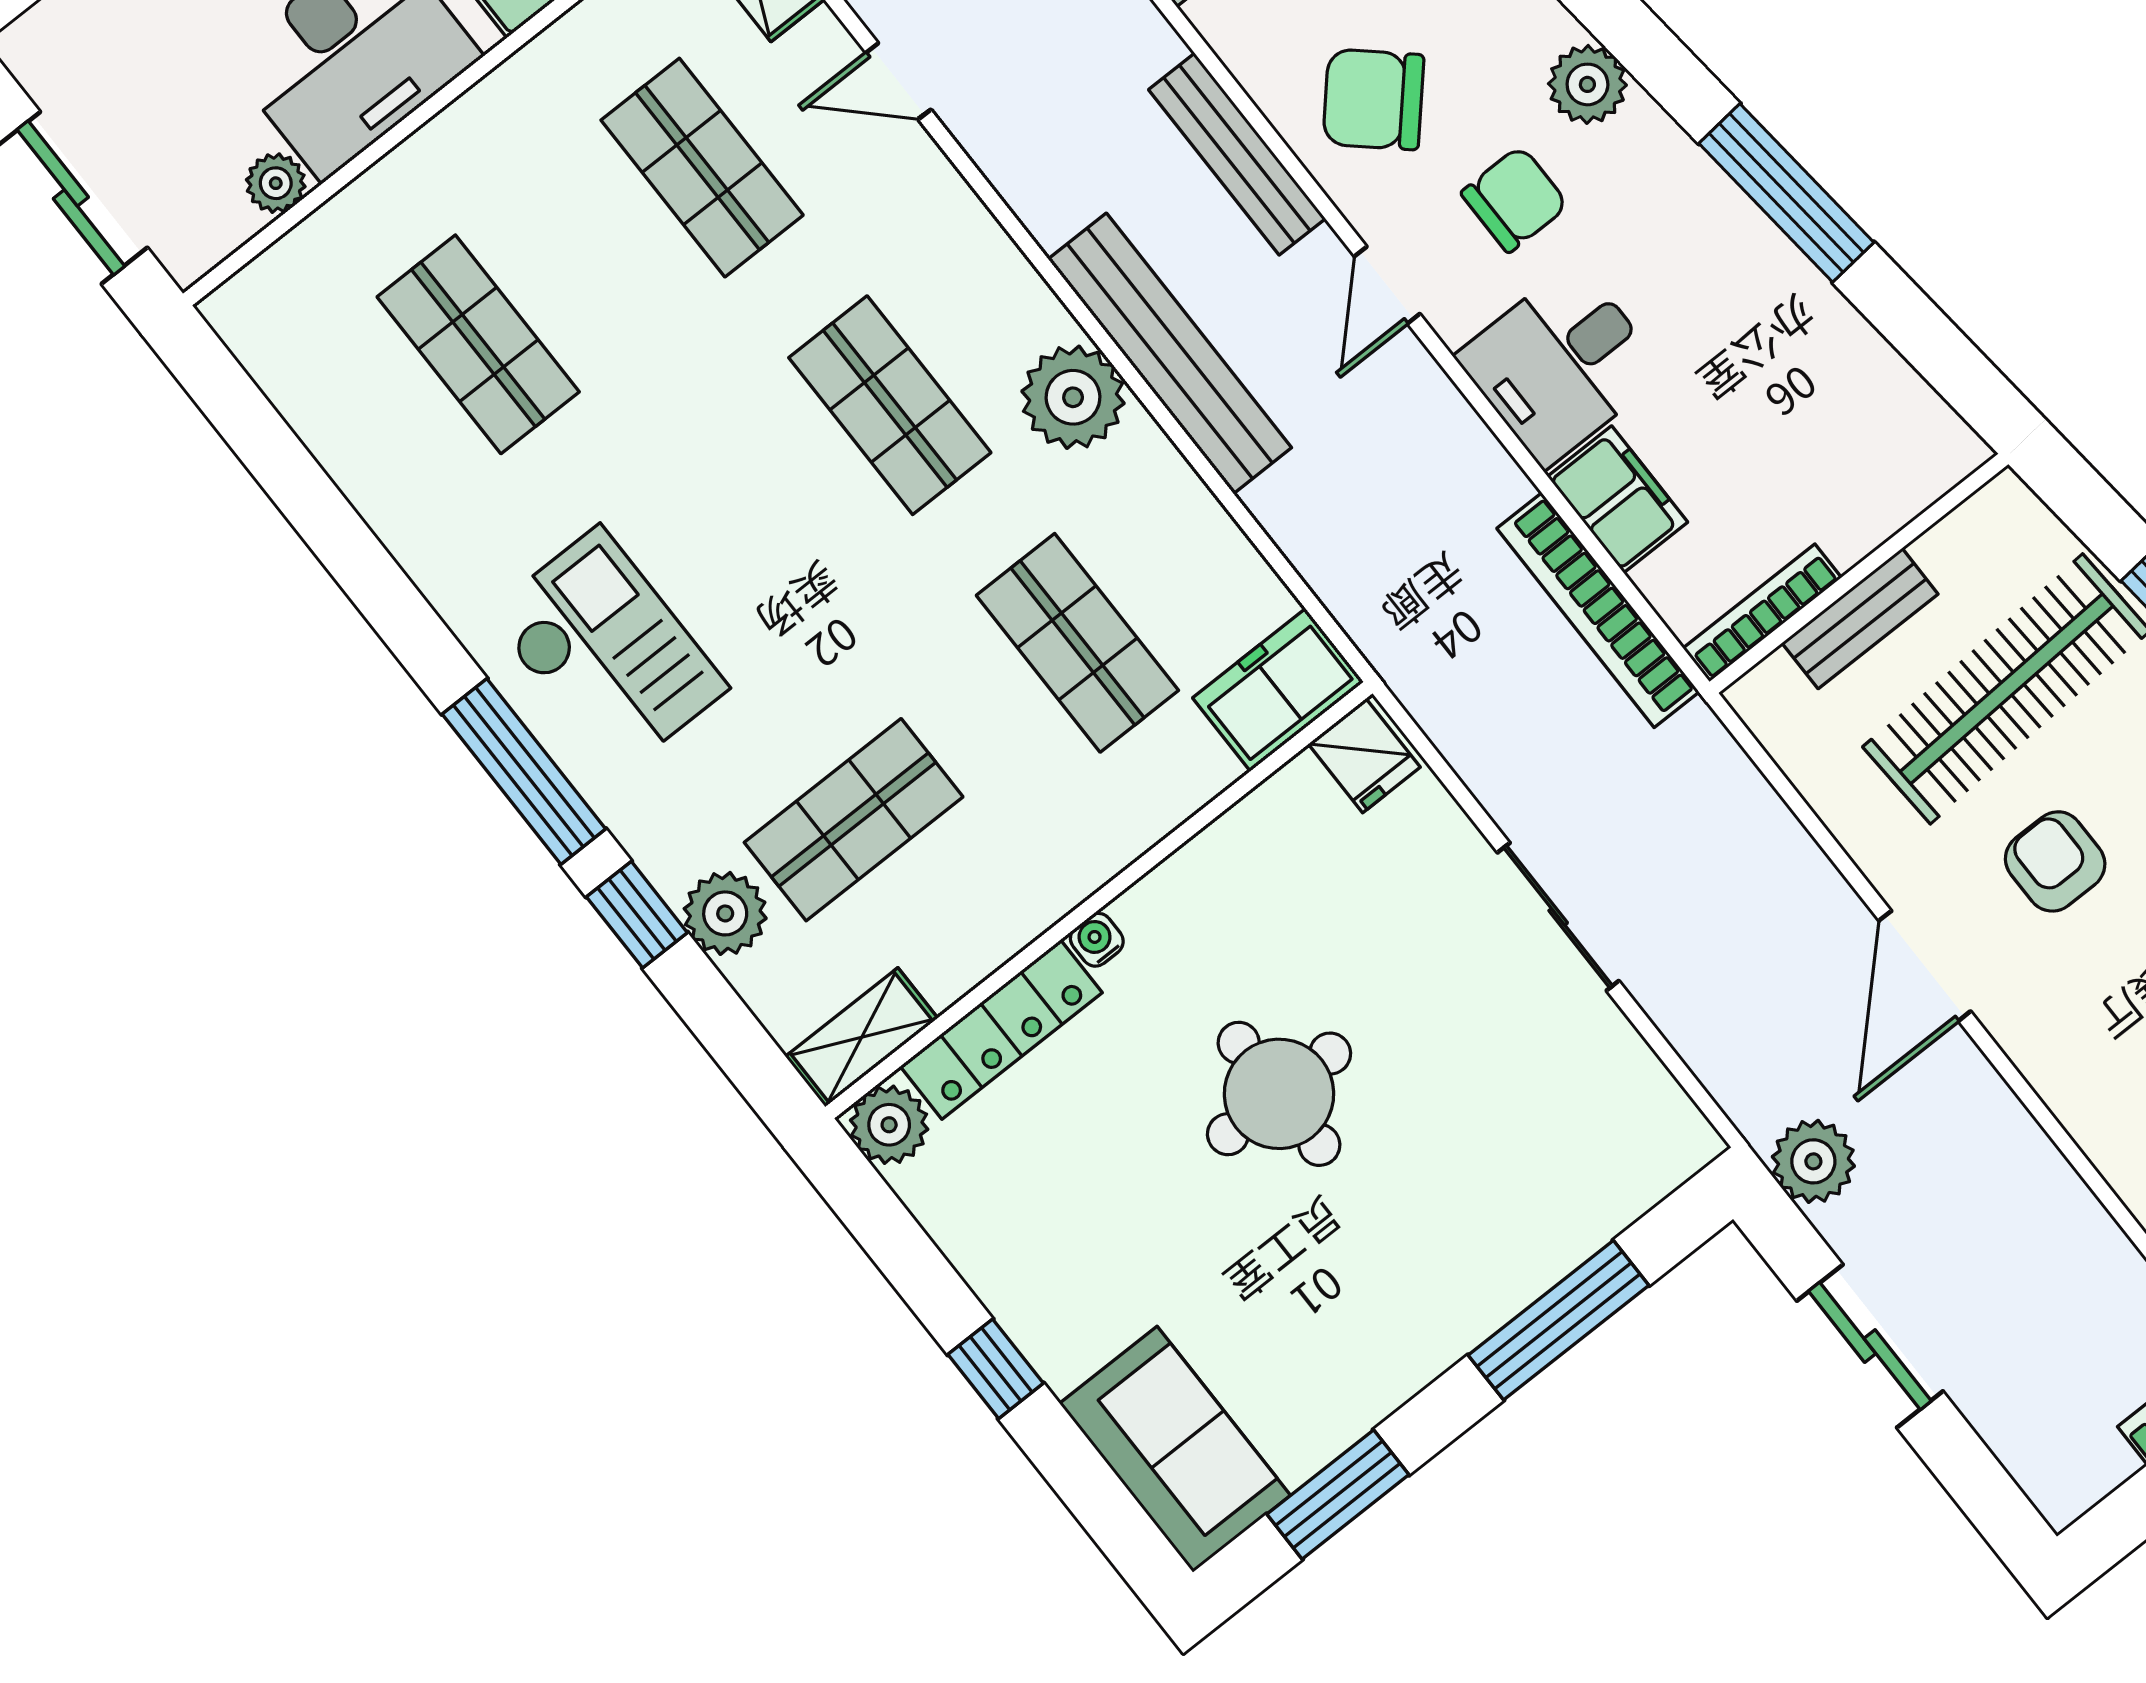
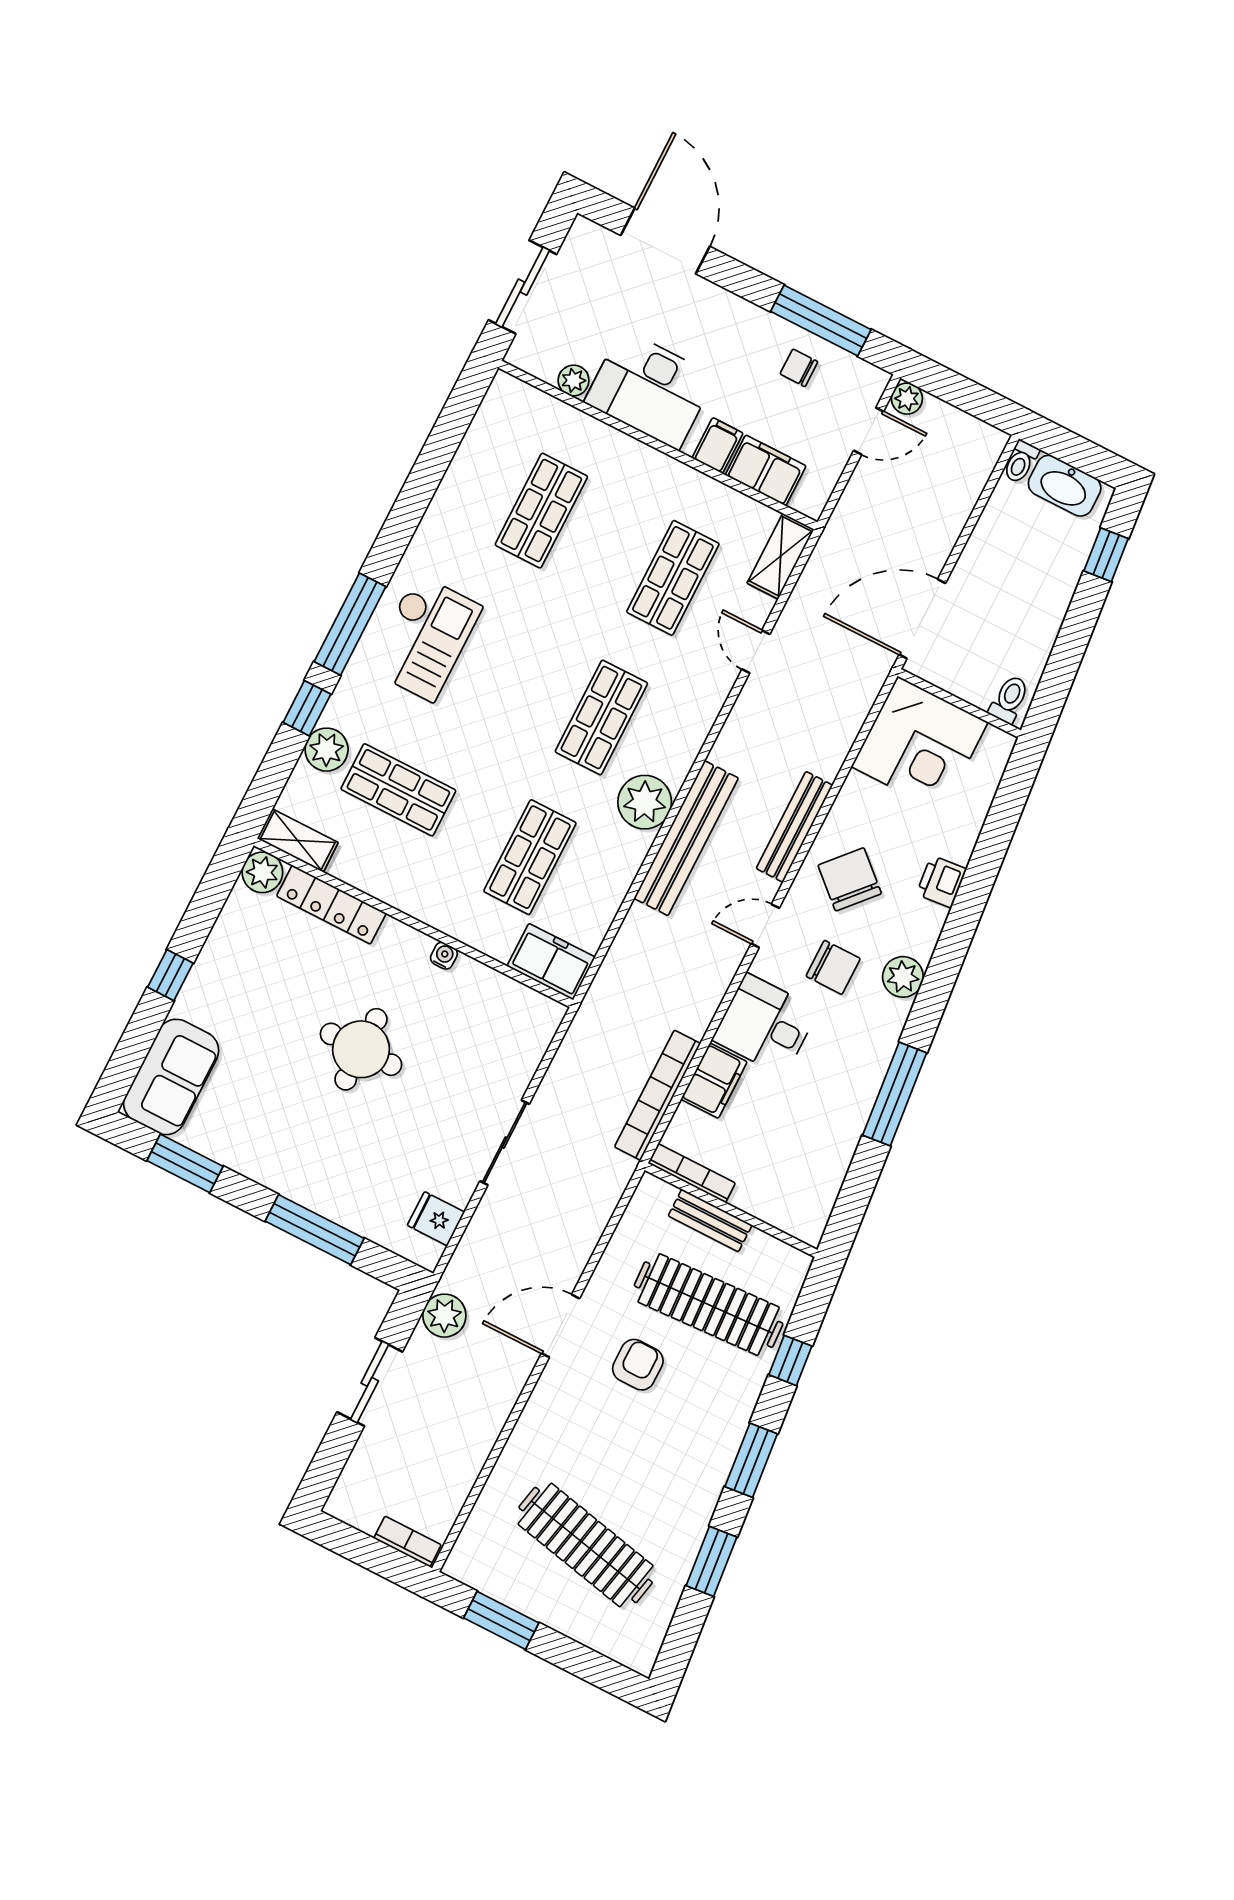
fridge: (1364, 756) -> (436, 1219), moved, turned 90
water cooler: (1097, 940) -> (444, 956), moved

